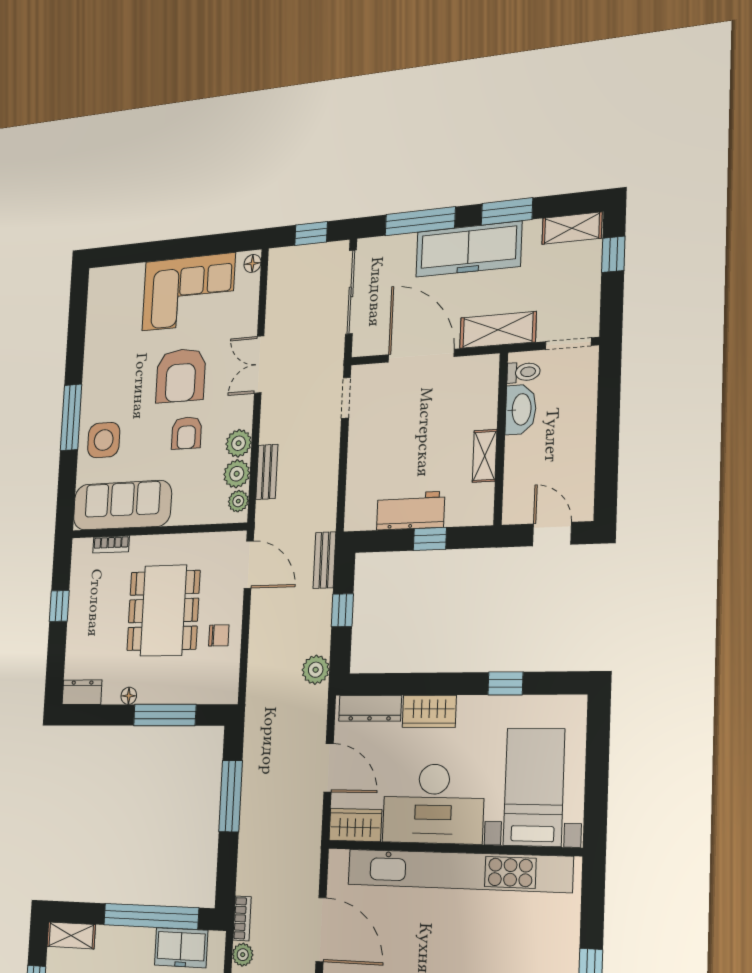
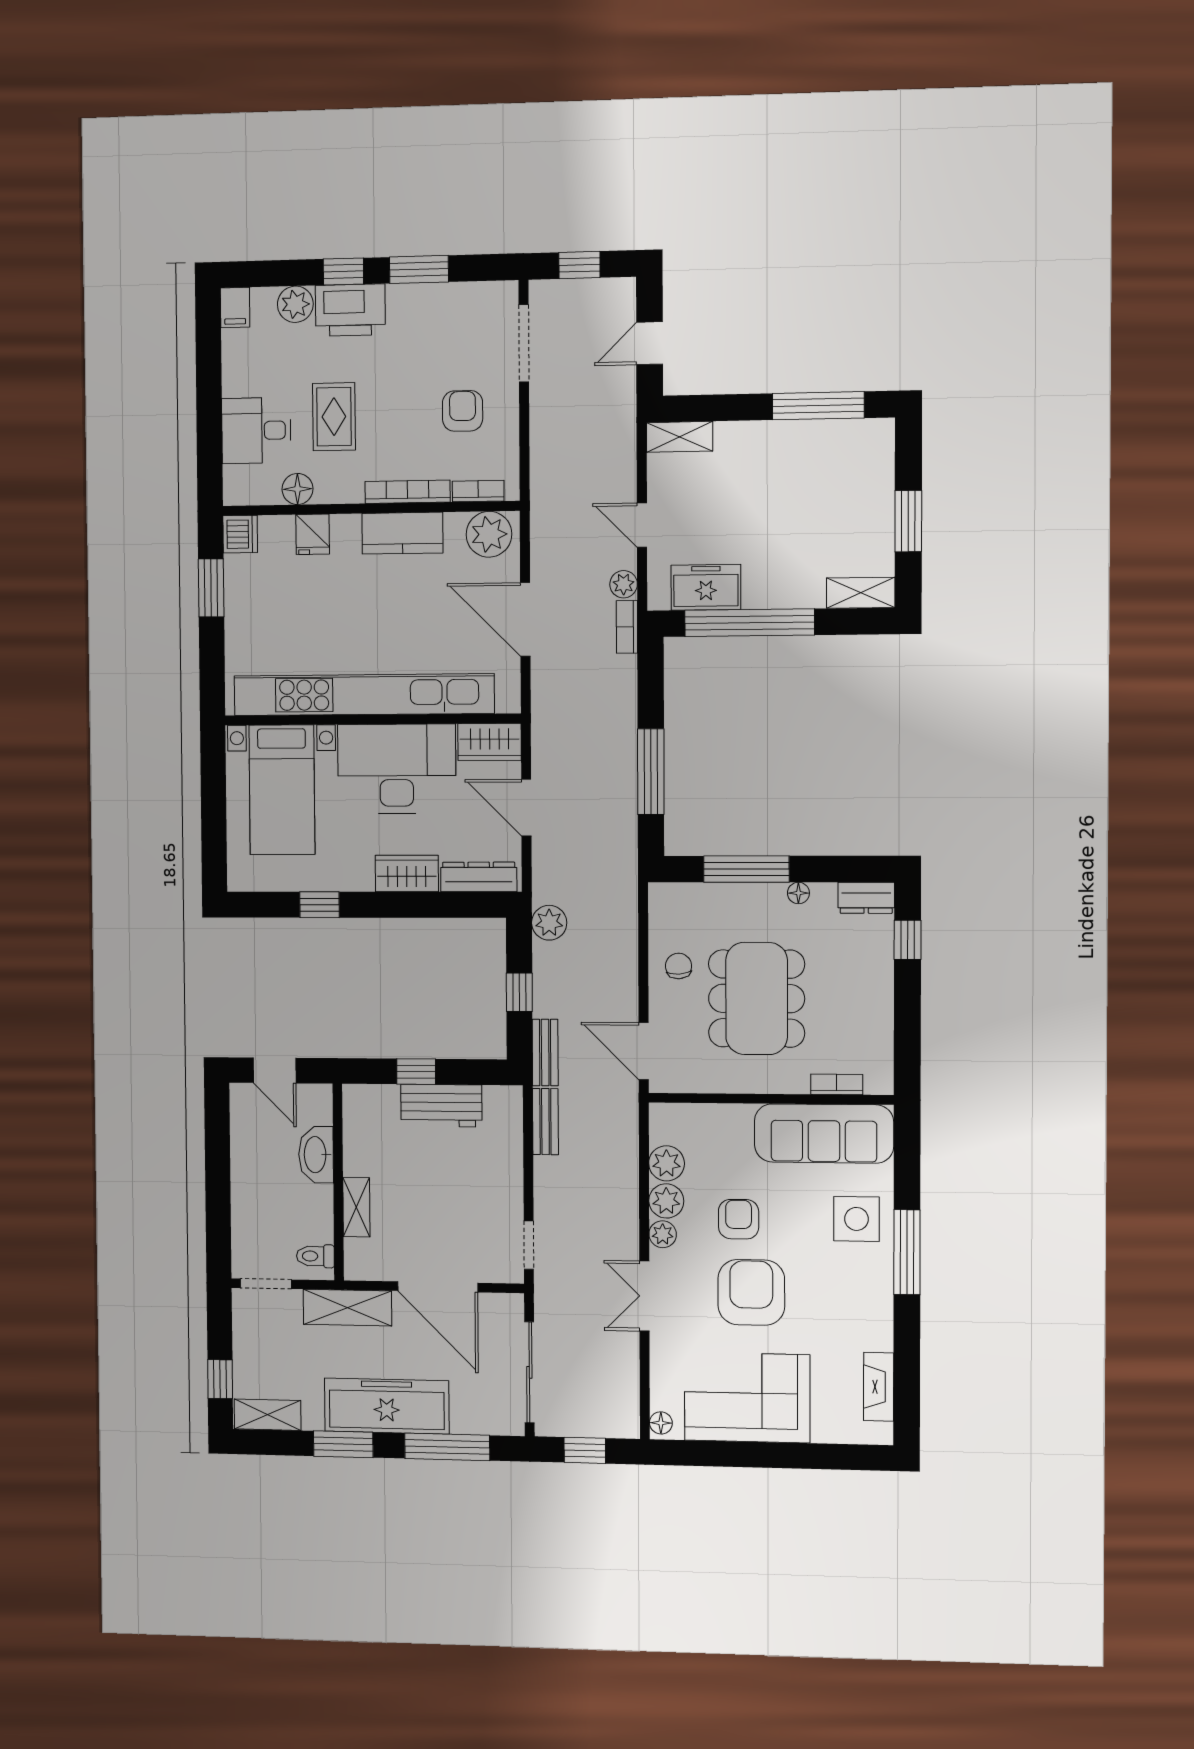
fireplace: (96, 312) -> (879, 1387), added
double door: (259, 364) -> (644, 1296), swing flipped
washbasin: (521, 409) -> (316, 1155), moved
shelving: (485, 456) -> (356, 1207), moved
bench: (267, 472) -> (545, 1122), moved
plant: (238, 501) -> (663, 1234), moved
window: (59, 606) -> (908, 940), moved
chair: (219, 635) -> (679, 966), turned 86

